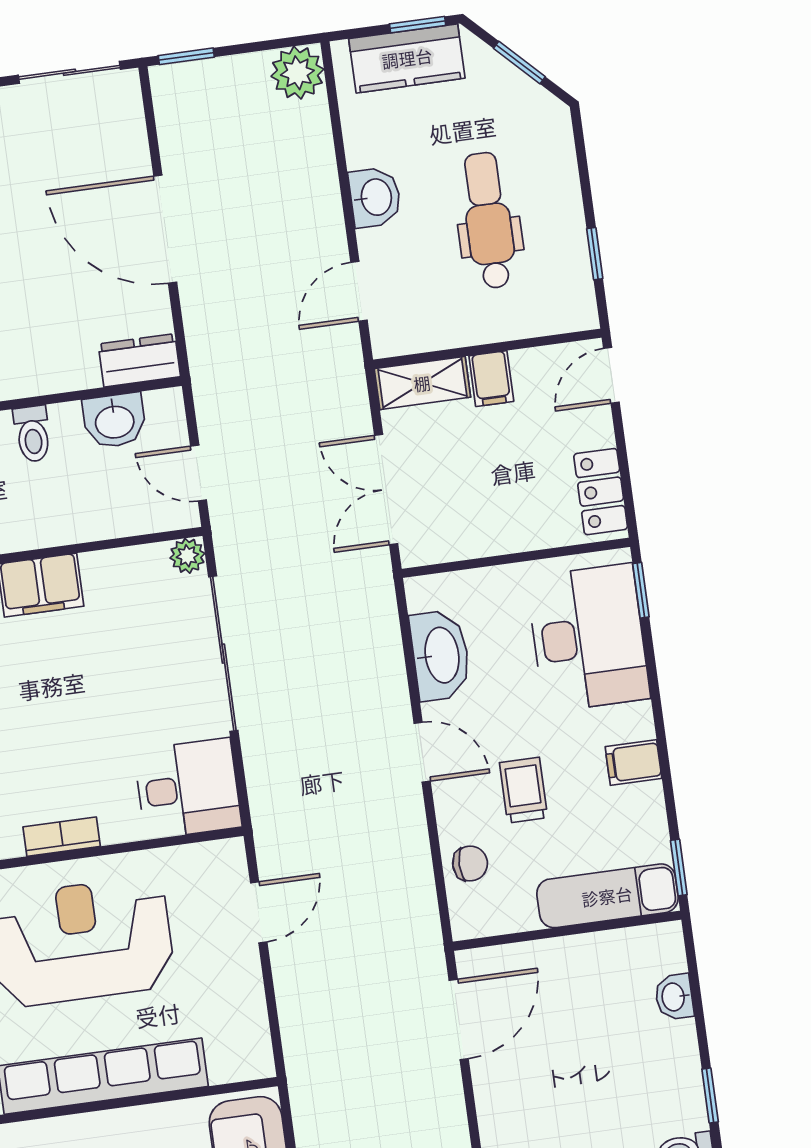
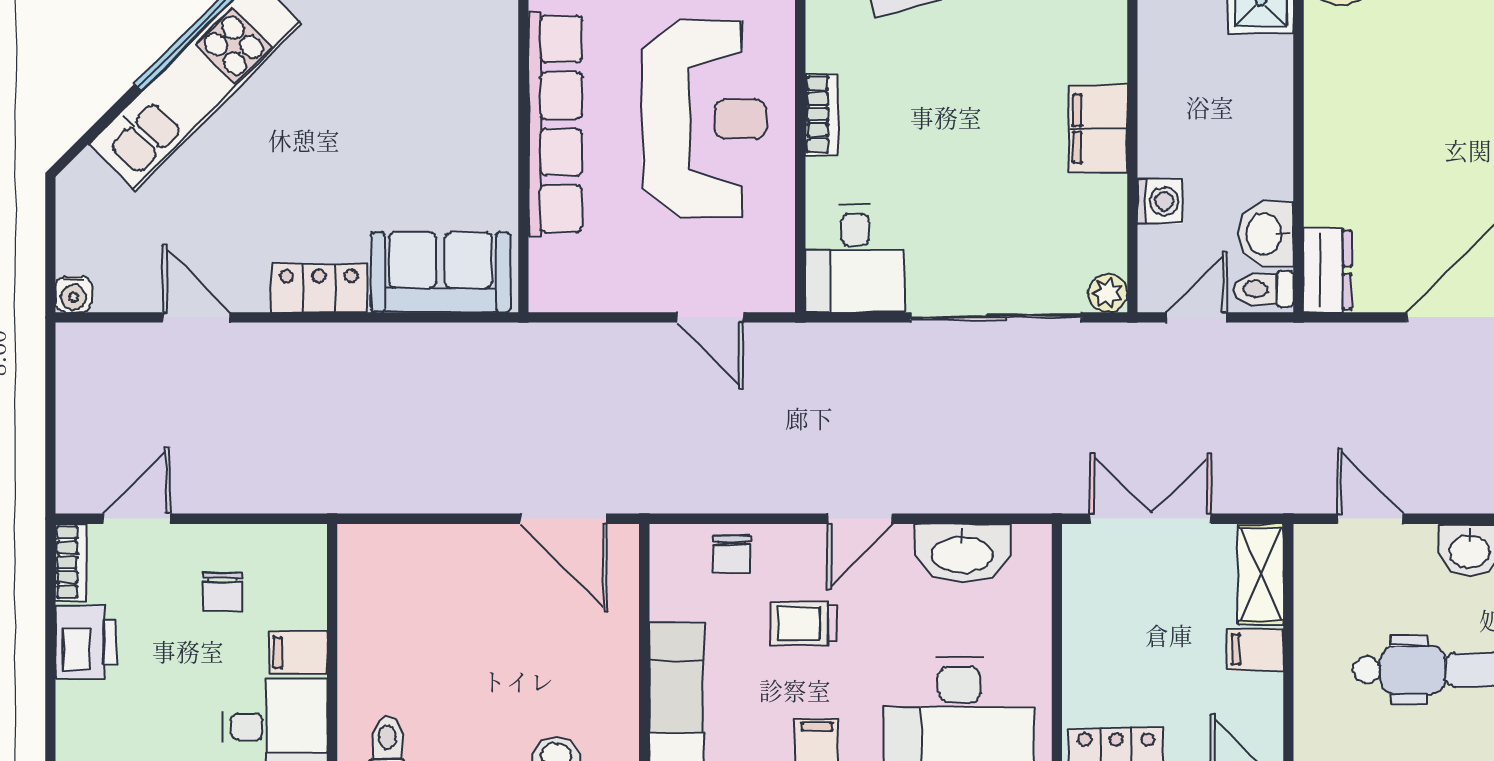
toilet: (32, 434) -> (1263, 289), moved
washing machine: (98, 520) -> (1160, 201), added
trolley: (524, 790) -> (803, 623), turned 180

